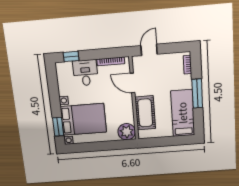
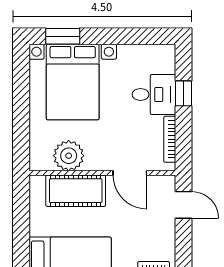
window: (71, 56) -> (184, 93), moved
door: (132, 83) -> (130, 173), swing flipped
plant: (127, 132) -> (69, 156), moved

